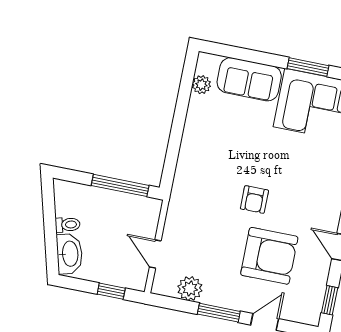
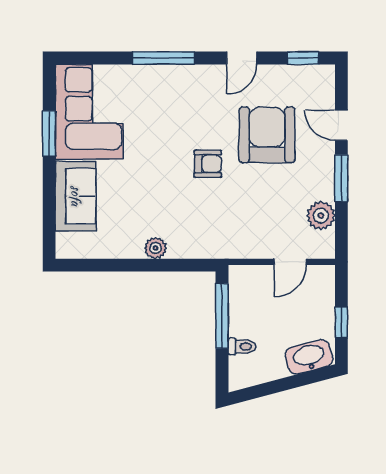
plant: (201, 85) -> (156, 248), moved
toilet: (68, 225) -> (242, 346), moved, turned 105
window: (111, 291) -> (341, 322), moved

